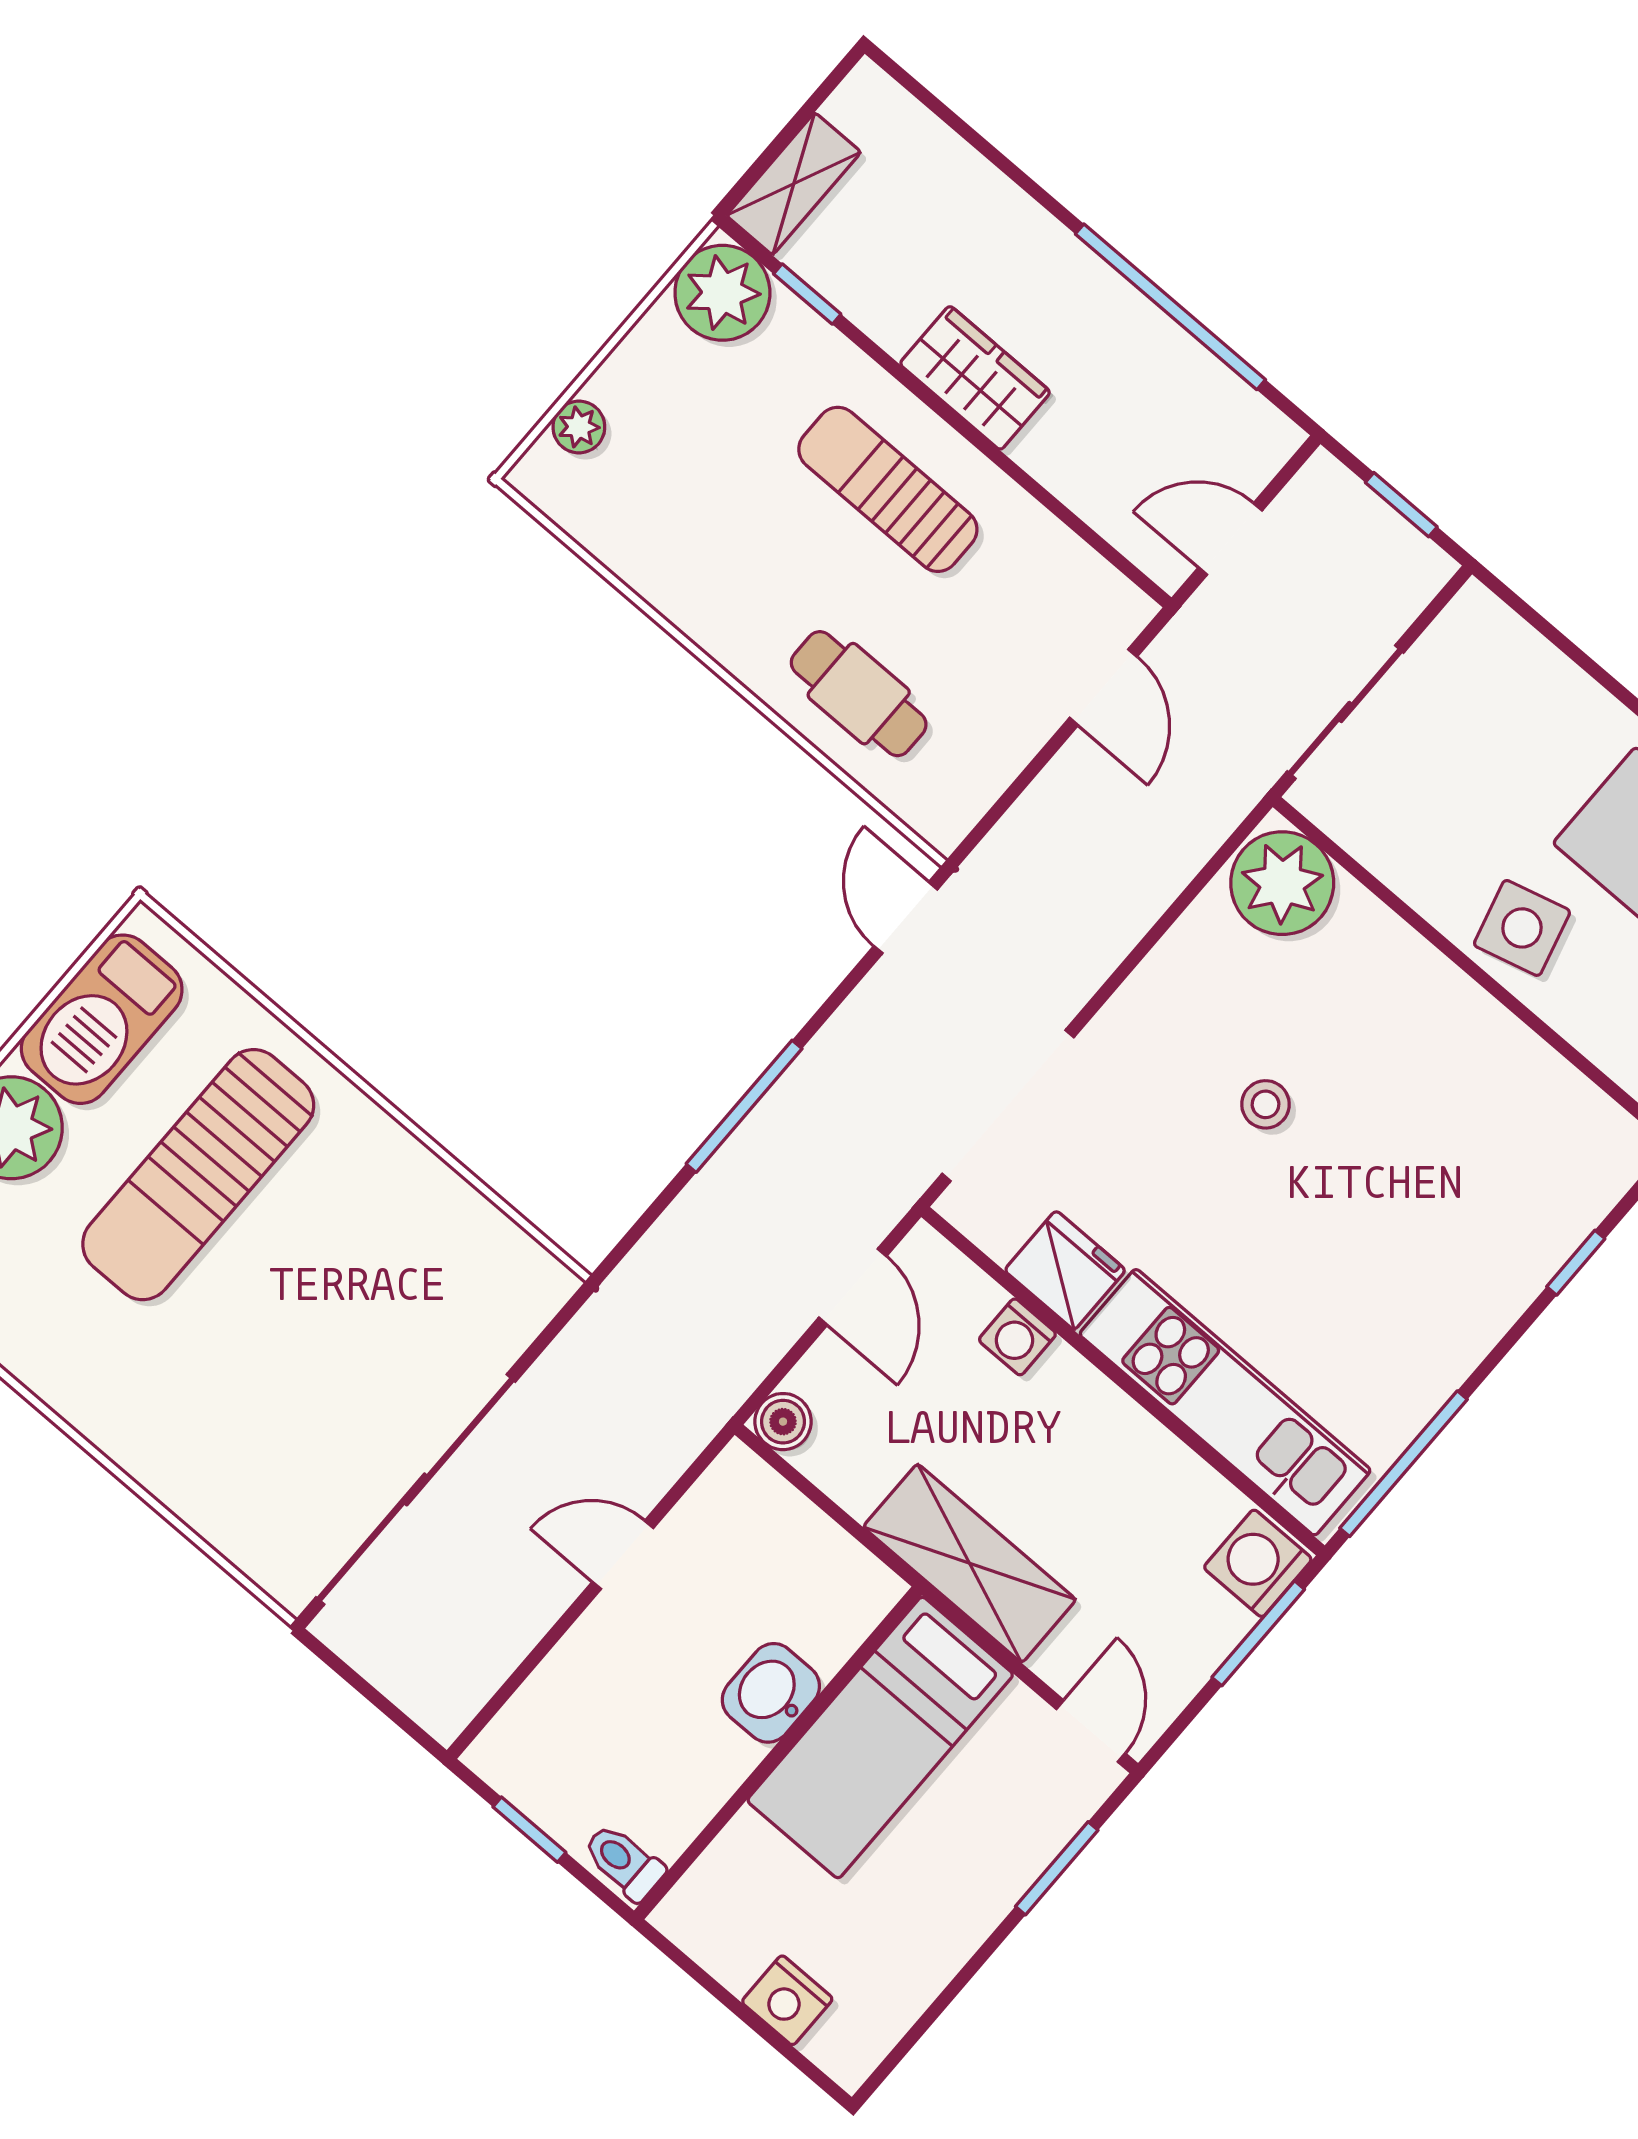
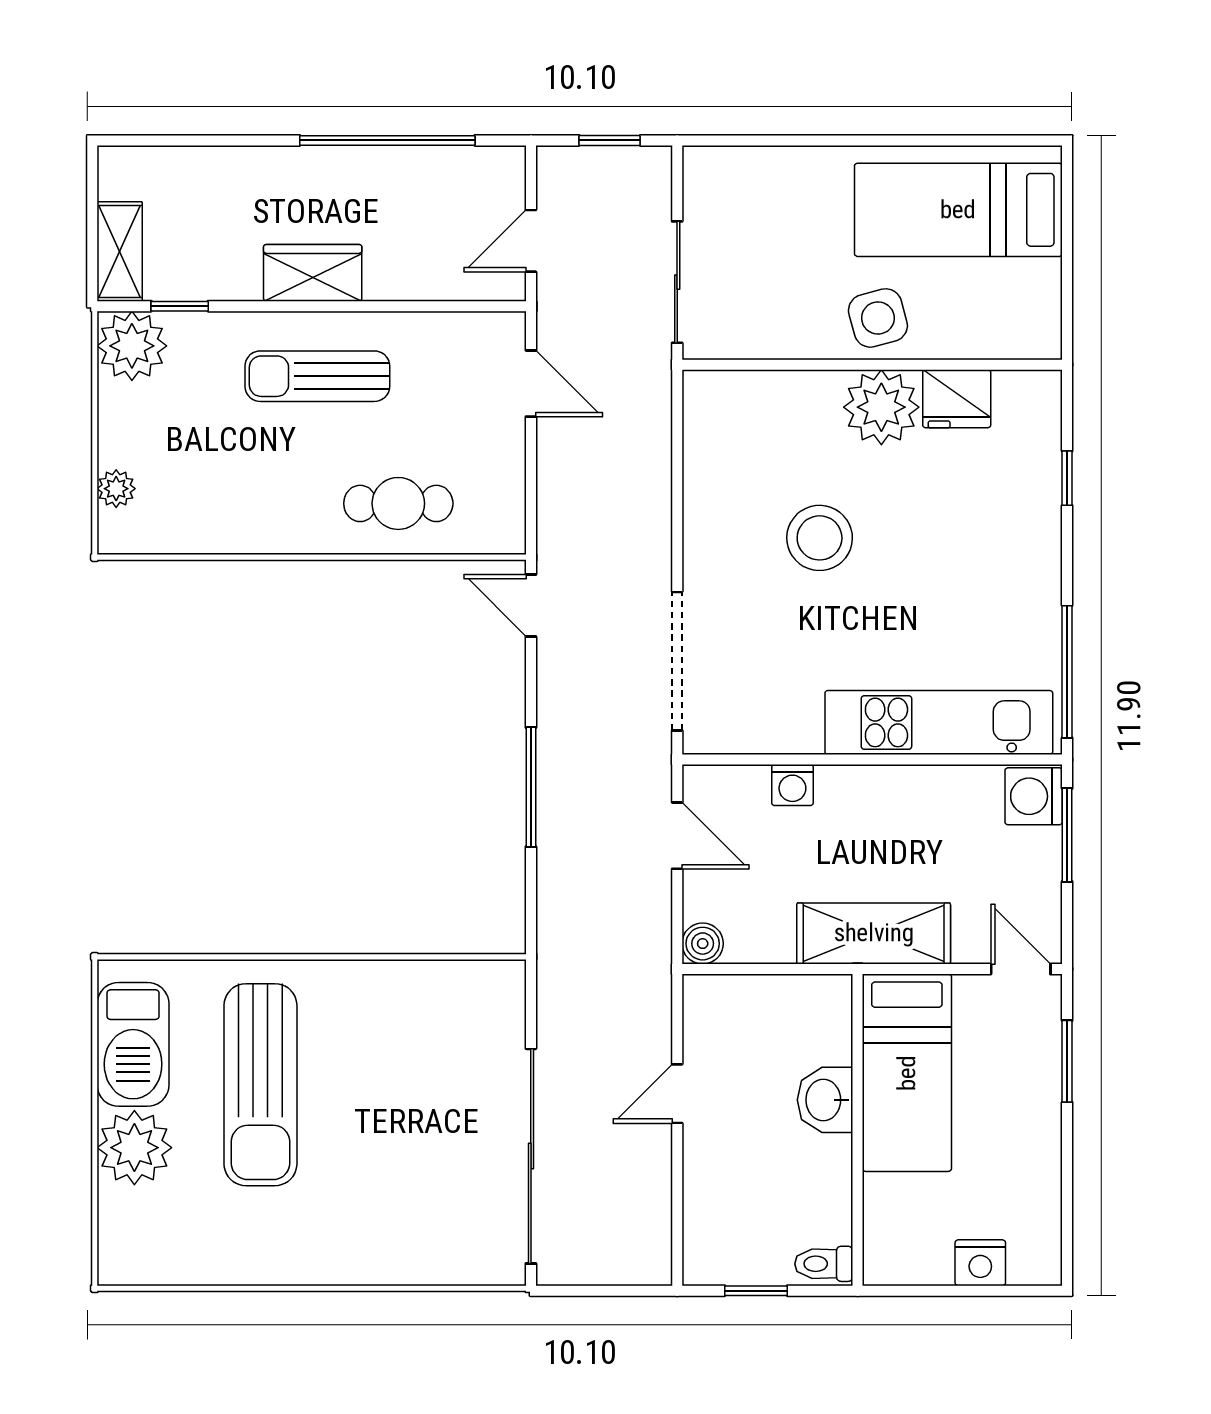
plant: (1282, 883) -> (881, 407), moved
stool: (1266, 1104) -> (820, 538), width x1.89, depth x1.89
fridge: (1065, 1270) -> (957, 399), moved, turned 180

